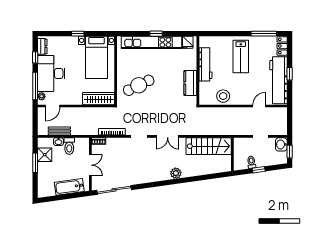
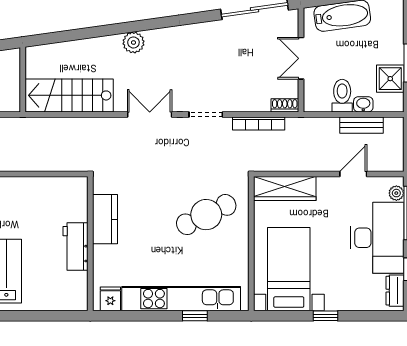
window: (156, 34) -> (195, 316), moved
workbench: (205, 64) -> (75, 246), width x0.73
stool: (223, 96) -> (41, 193), removed
door: (53, 106) -> (353, 174), moved

